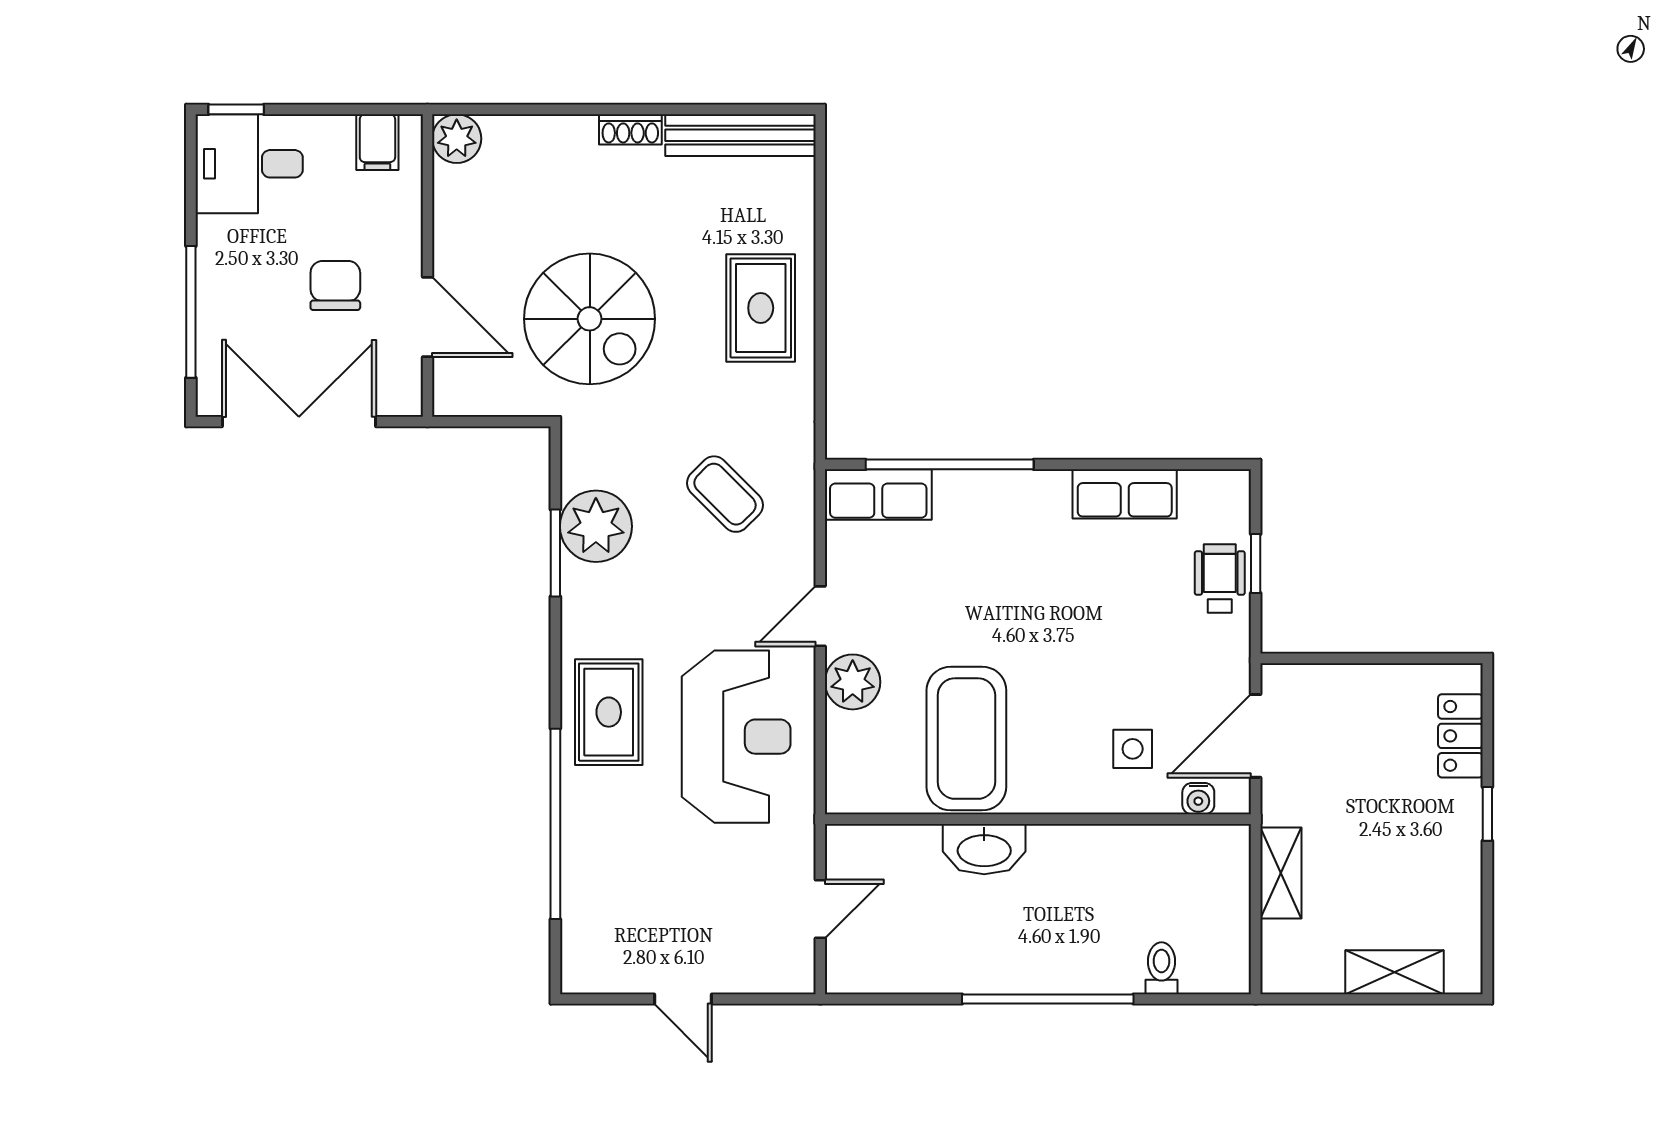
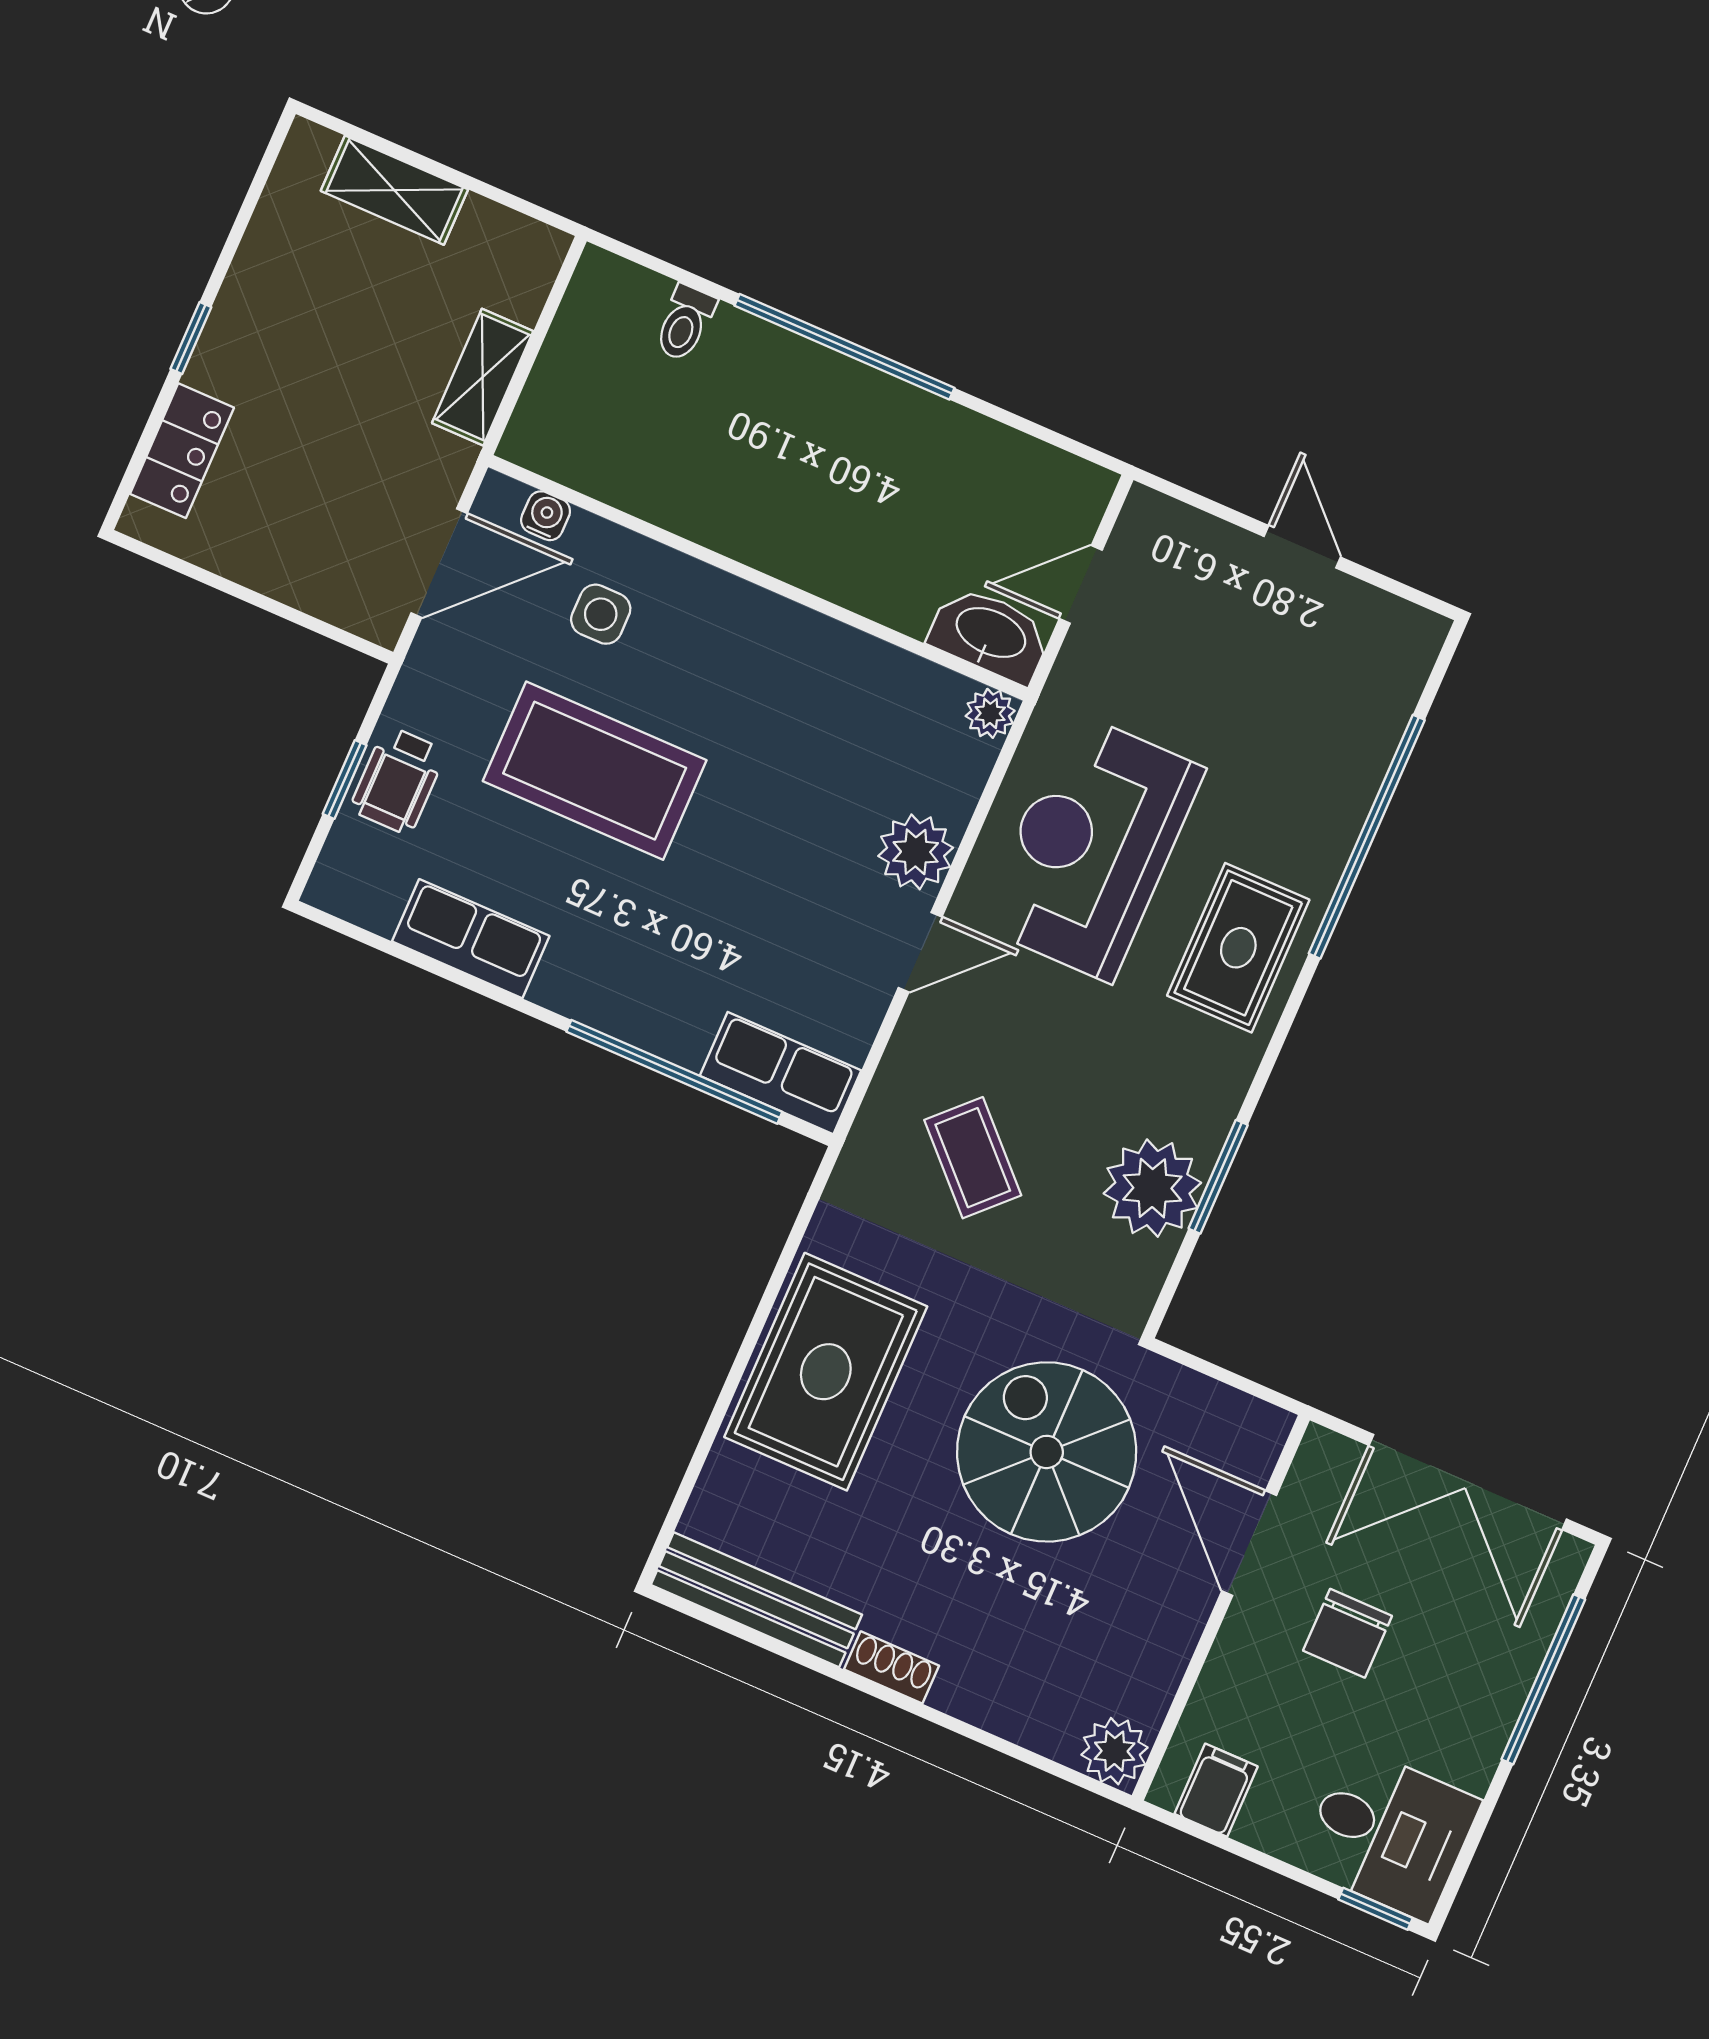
rug: (761, 308) -> (826, 1372), width x1.36, depth x1.43
coffee table: (966, 739) -> (595, 771), moved, turned 90
plant: (843, 796) -> (990, 713), added
washbasin: (984, 849) -> (990, 634), moved

